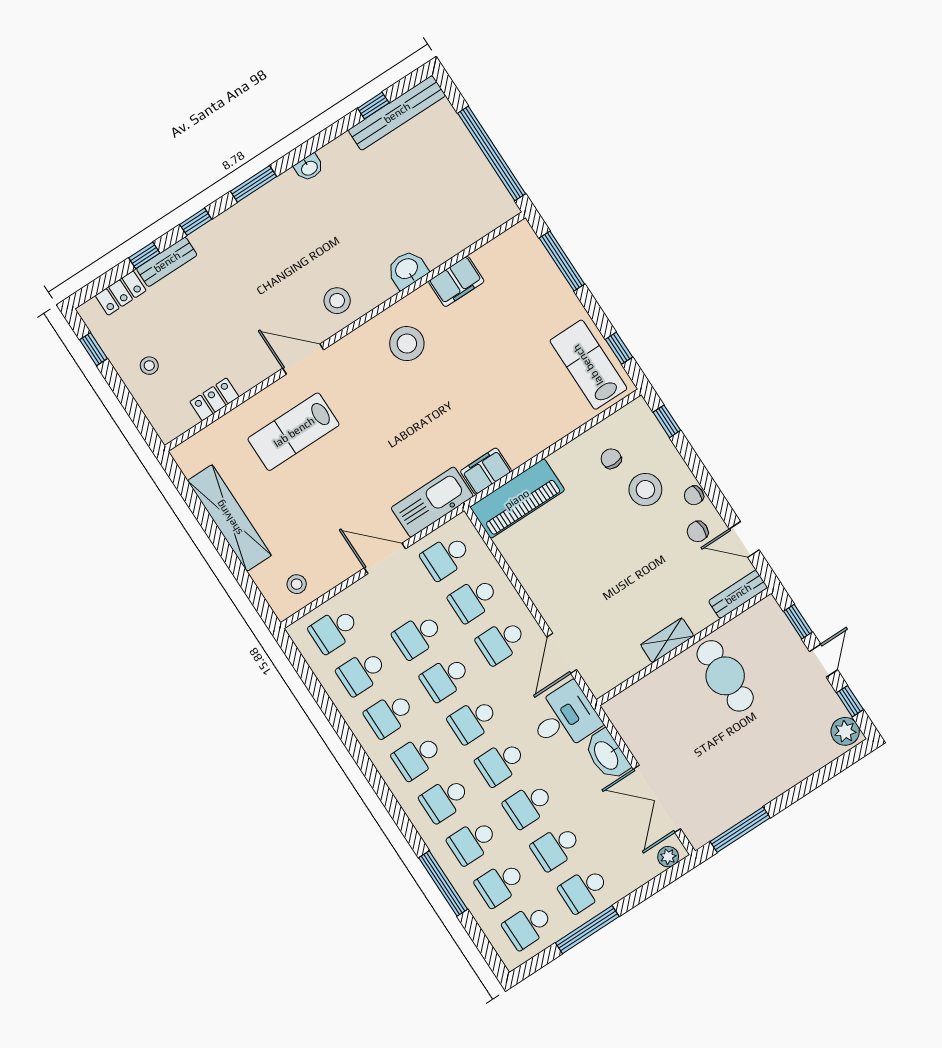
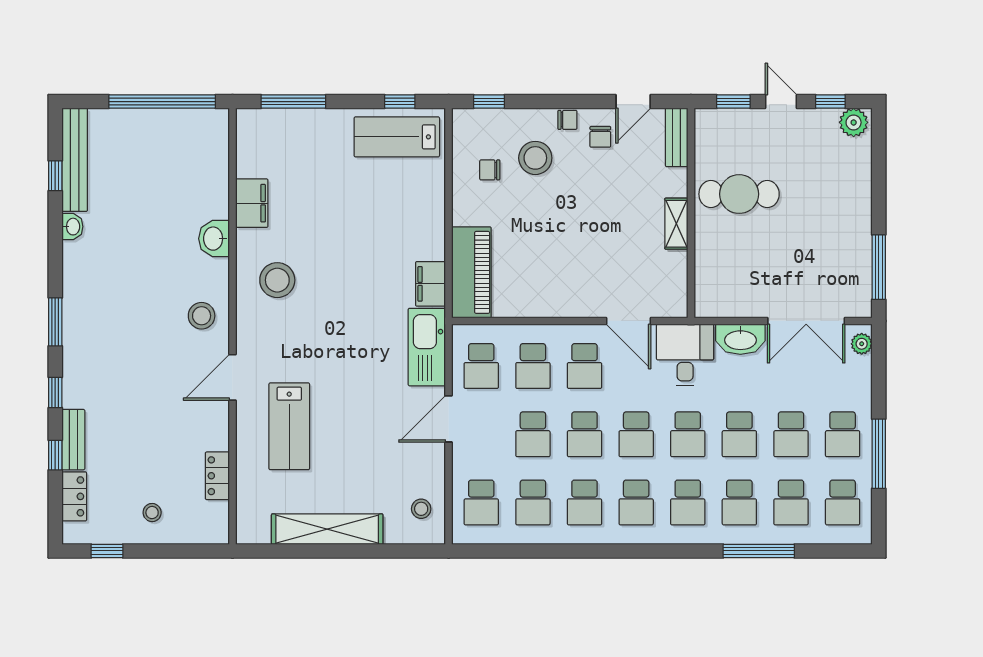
washbasin: (309, 168) -> (72, 227), moved
chair: (694, 495) -> (567, 120), turned -90

